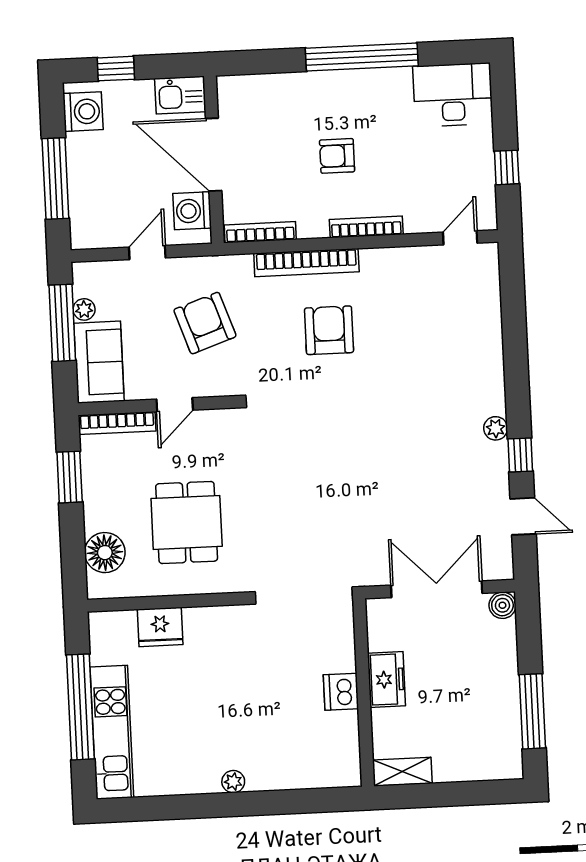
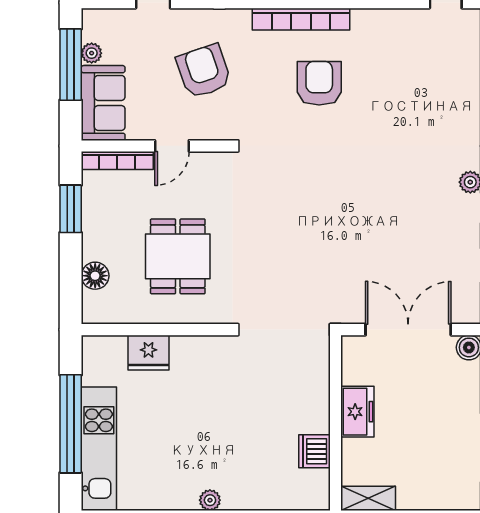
floor lamp: (105, 553) -> (95, 276), width x0.73, depth x0.73
dishwasher: (341, 692) -> (314, 451), moved

